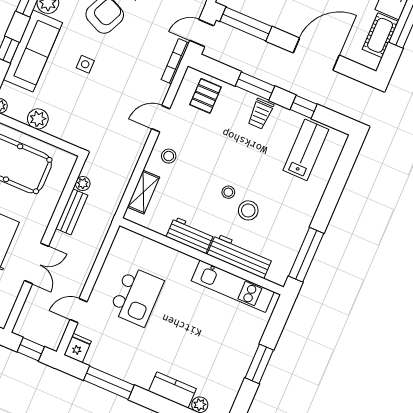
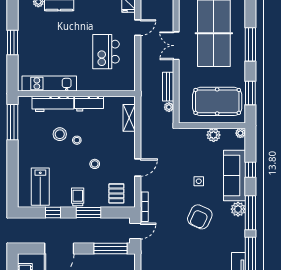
stool: (169, 156) -> (95, 164), moved

